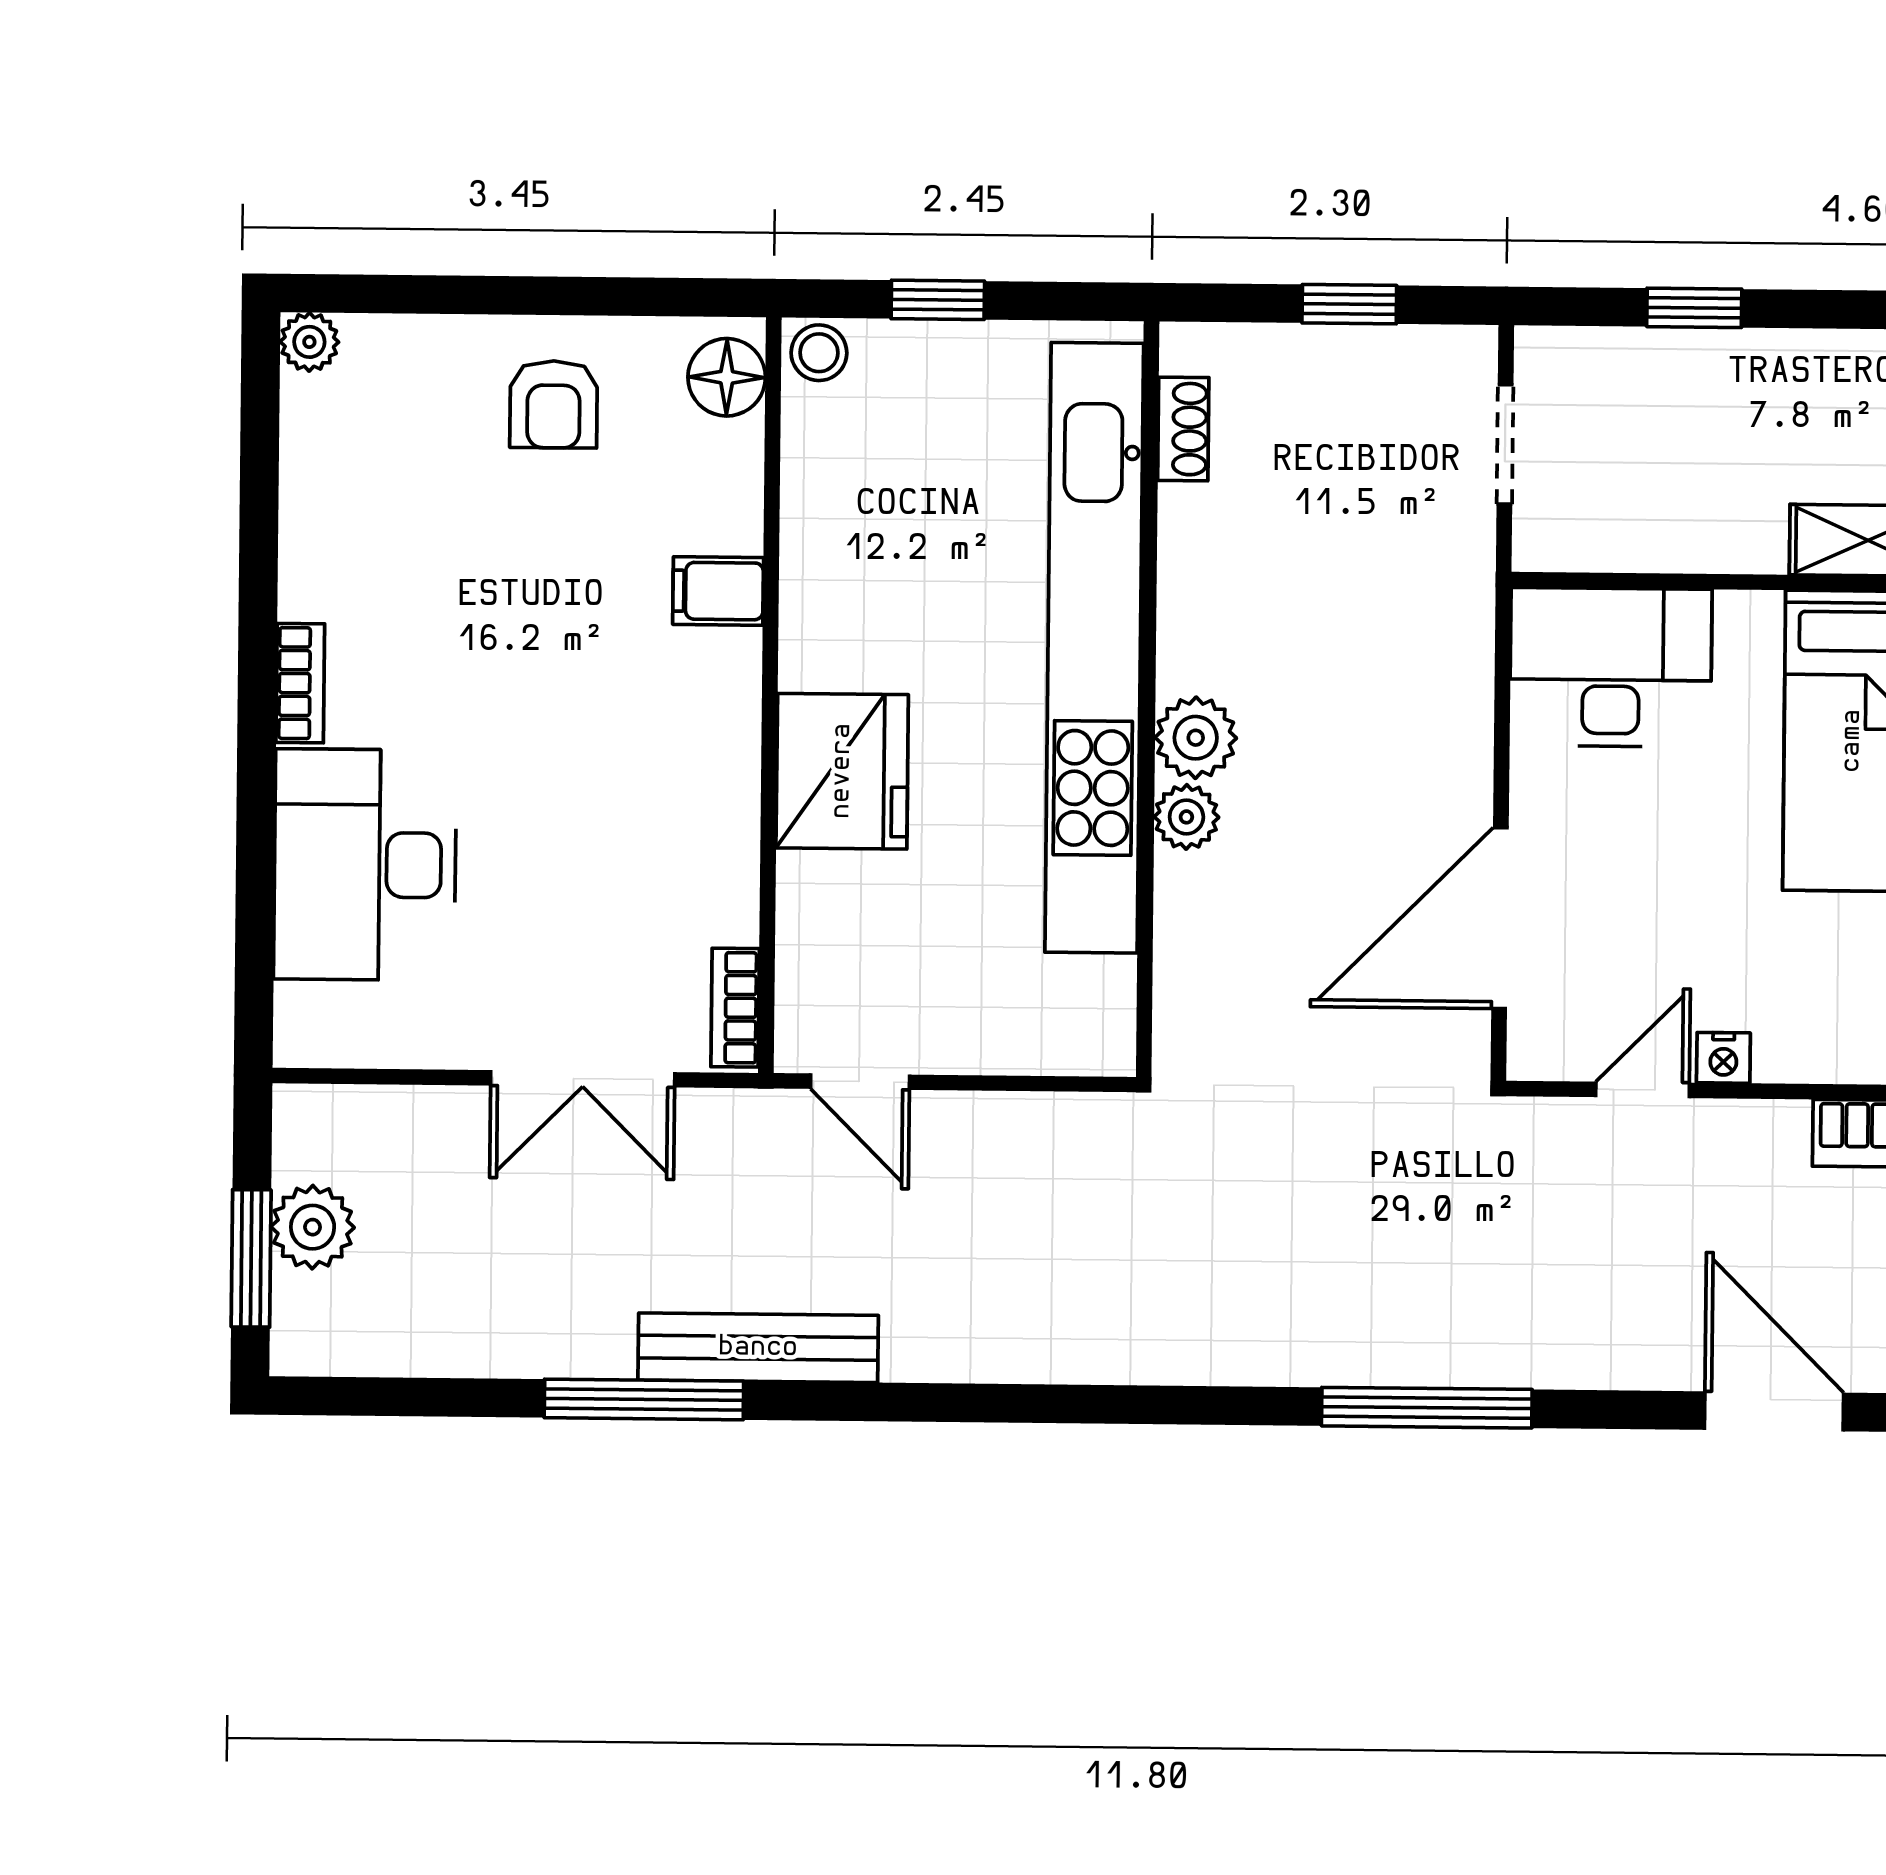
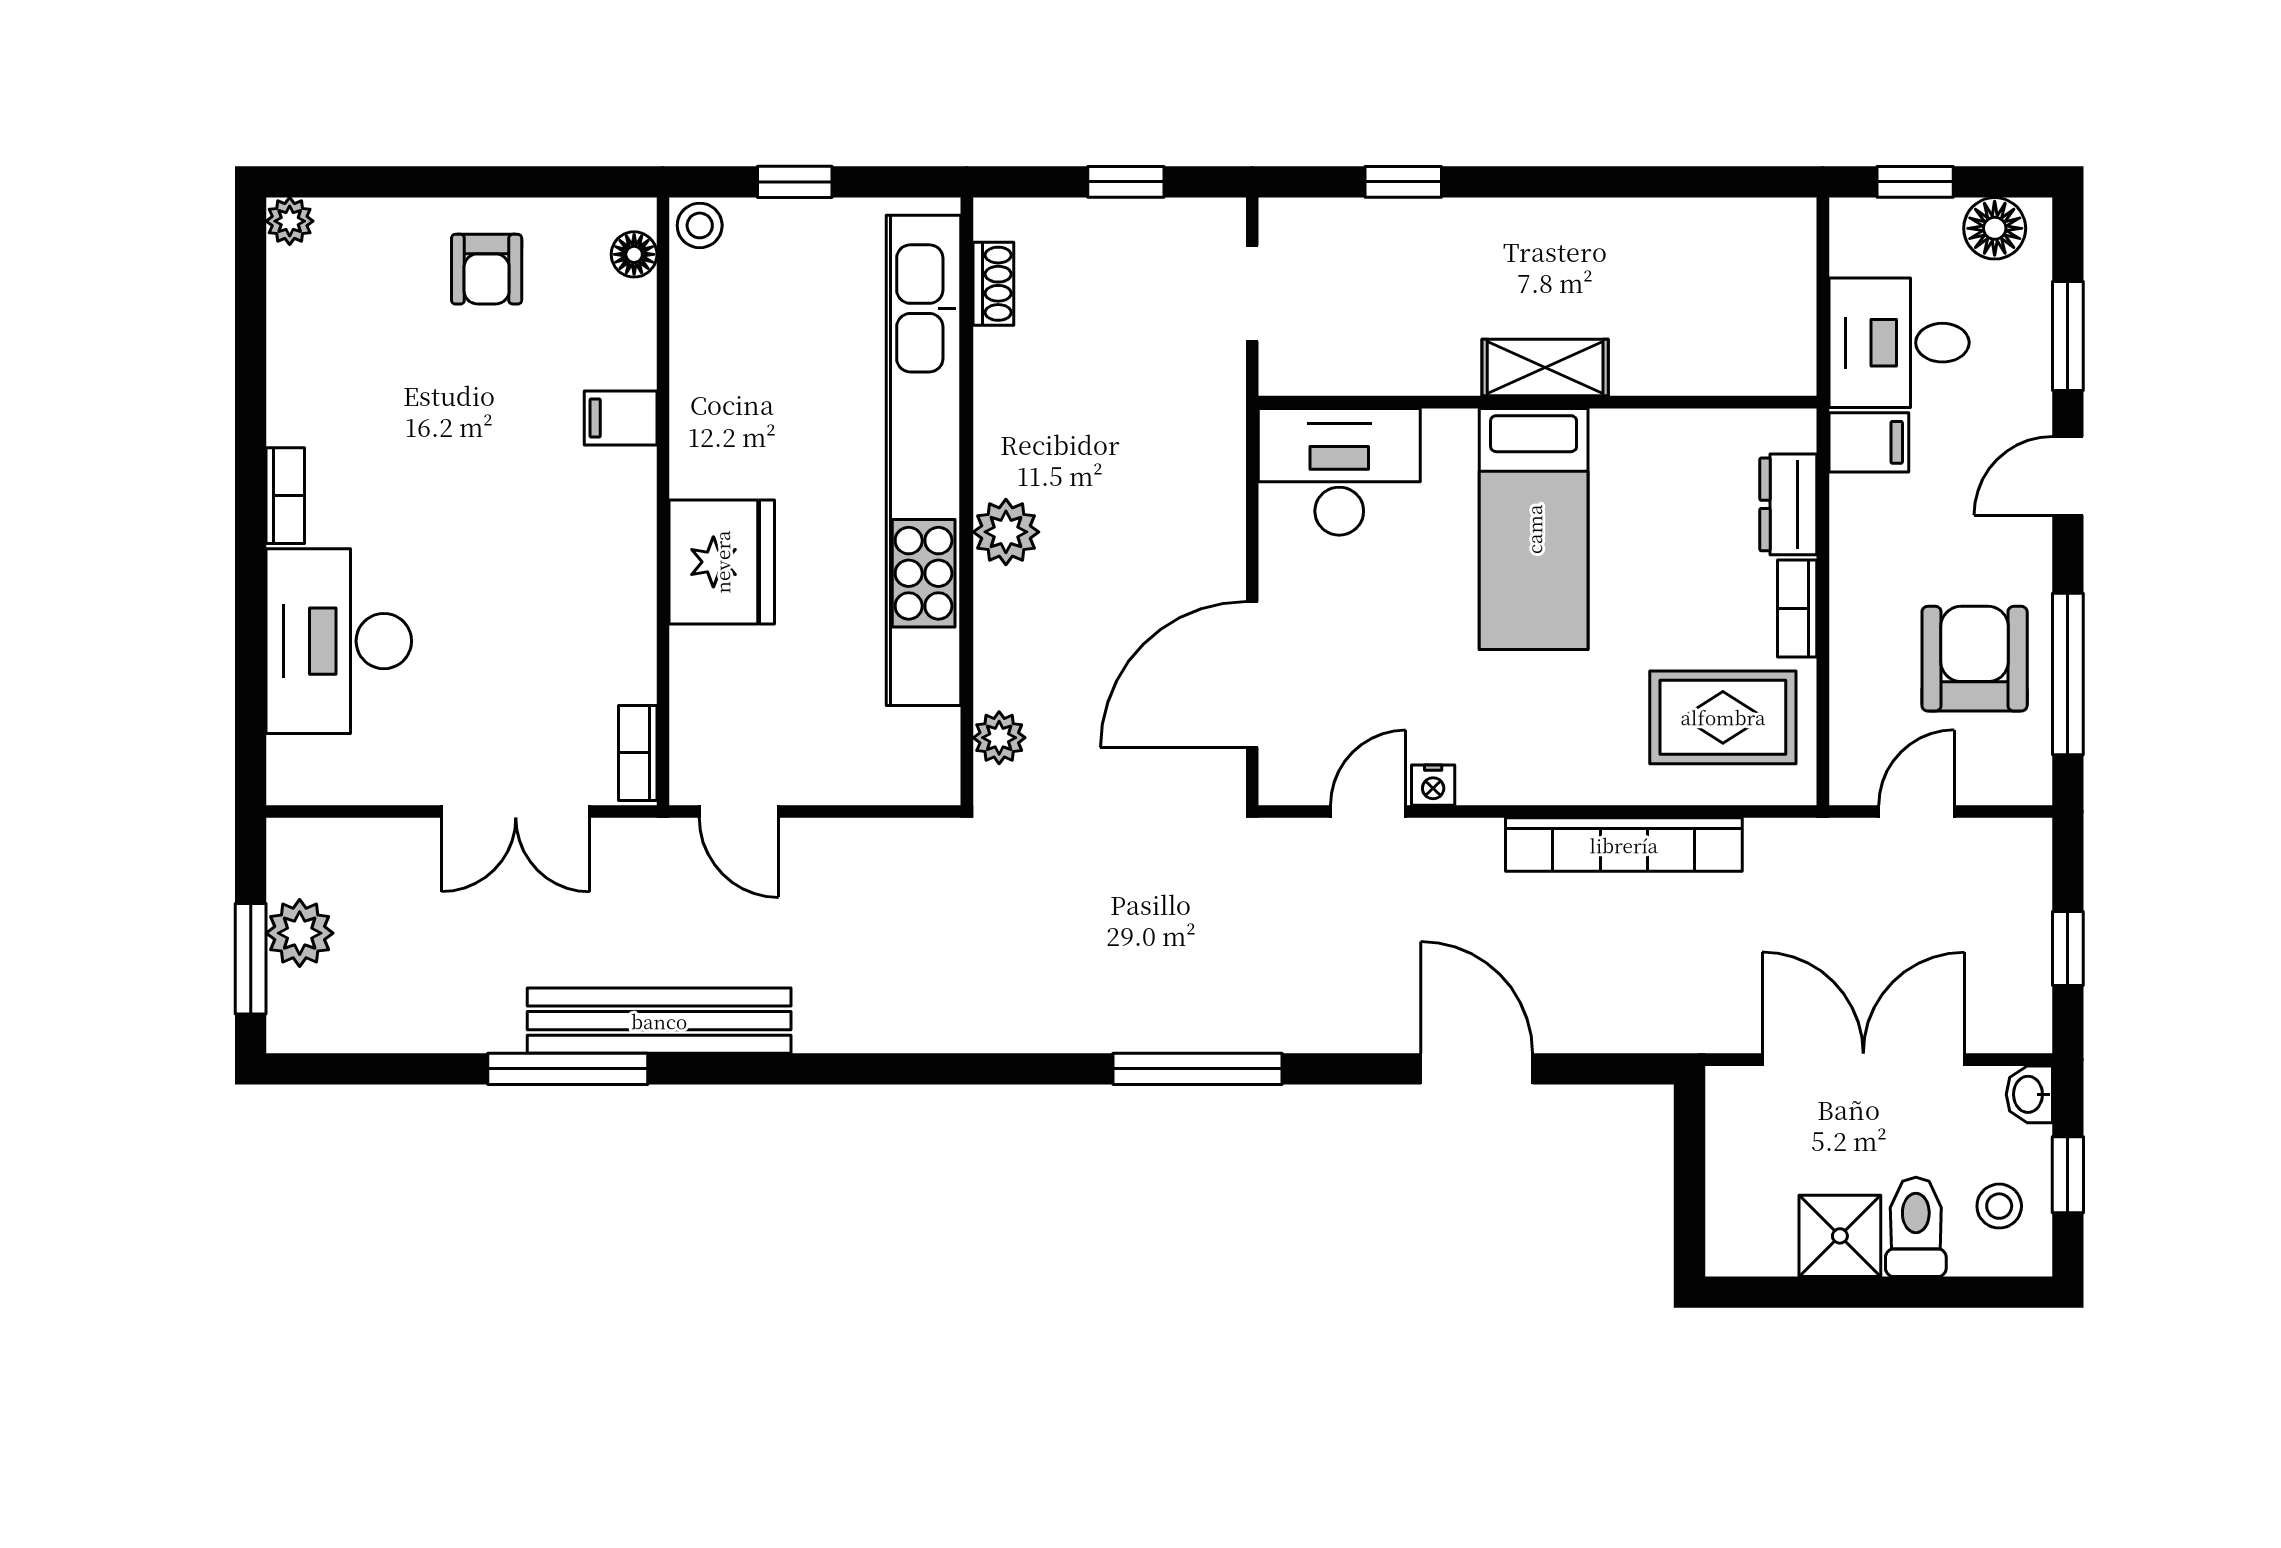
floor lamp: (727, 377) -> (634, 254), width x0.73, depth x0.73
plant: (1186, 817) -> (999, 738), moved
bench: (758, 1348) -> (659, 1021), width x1.37, depth x1.21

